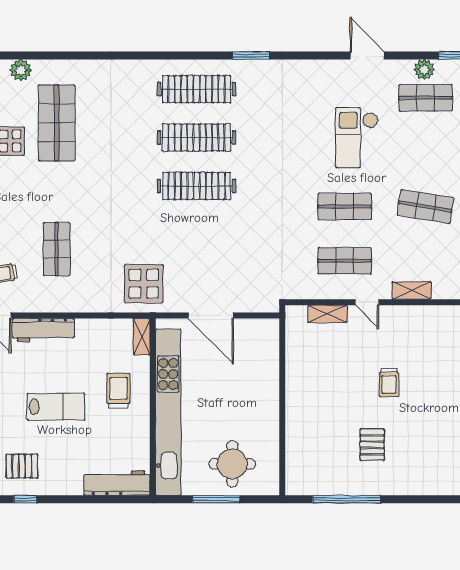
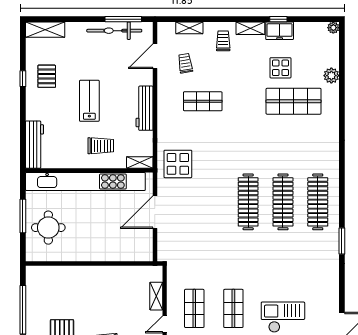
workbench: (43, 330) -> (145, 108), moved
lab bench: (56, 407) -> (89, 101), turned 180

